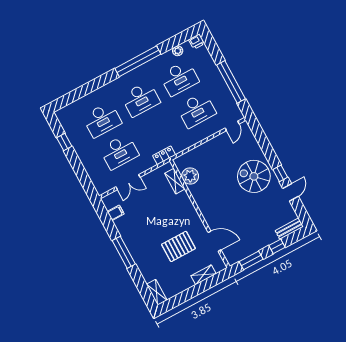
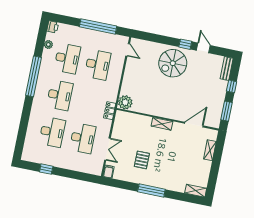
plant: (190, 176) -> (125, 102), moved
shelving: (175, 181) -> (162, 124), moved
filing cabinet: (116, 213) -> (109, 172), moved
pallet: (179, 246) -> (142, 160), moved, width x0.67, depth x0.71

